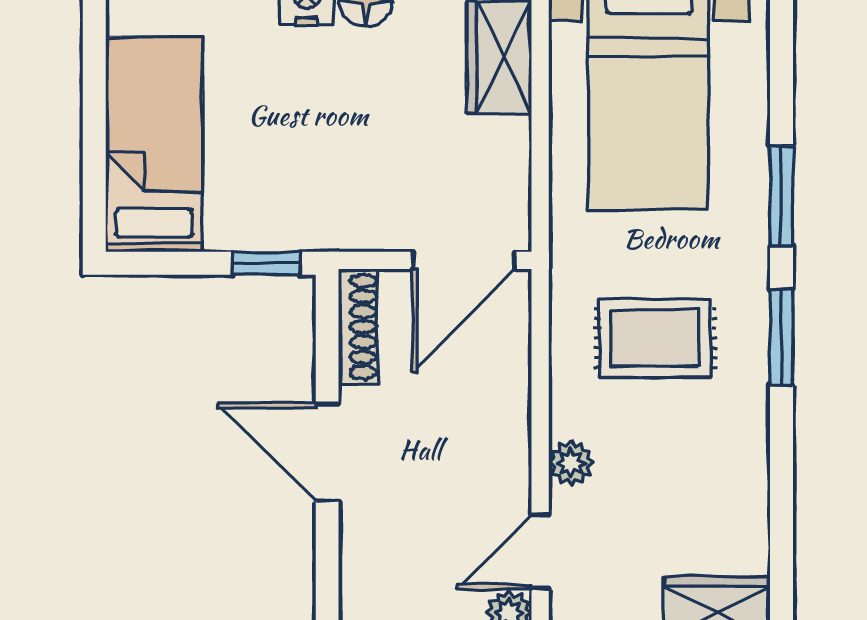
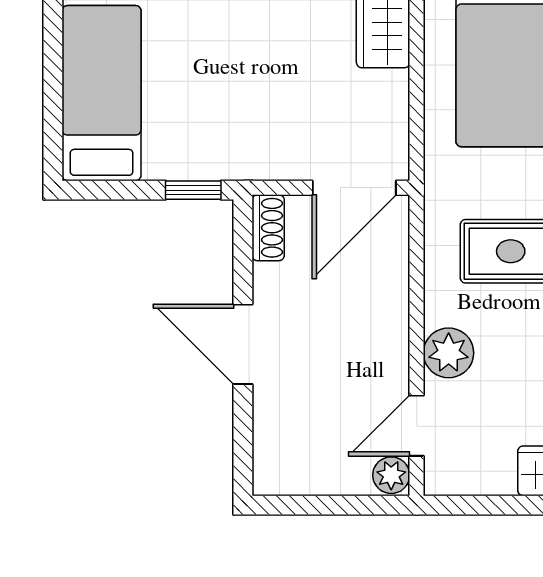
shoe rack: (358, 327) -> (268, 228), width x0.70
plant: (571, 463) -> (449, 353), width x1.38, depth x1.38

